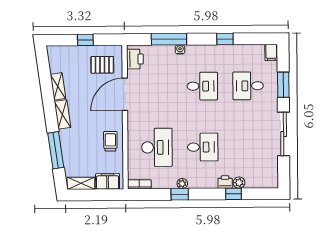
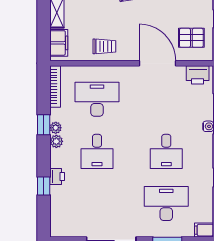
pallet: (102, 65) -> (191, 38), turned 90
desk: (248, 86) -> (166, 204), width x1.37
desk: (157, 147) -> (97, 99), turned 180
plant: (239, 183) -> (56, 141), moved
bookcase: (139, 184) -> (55, 86), width x1.56

